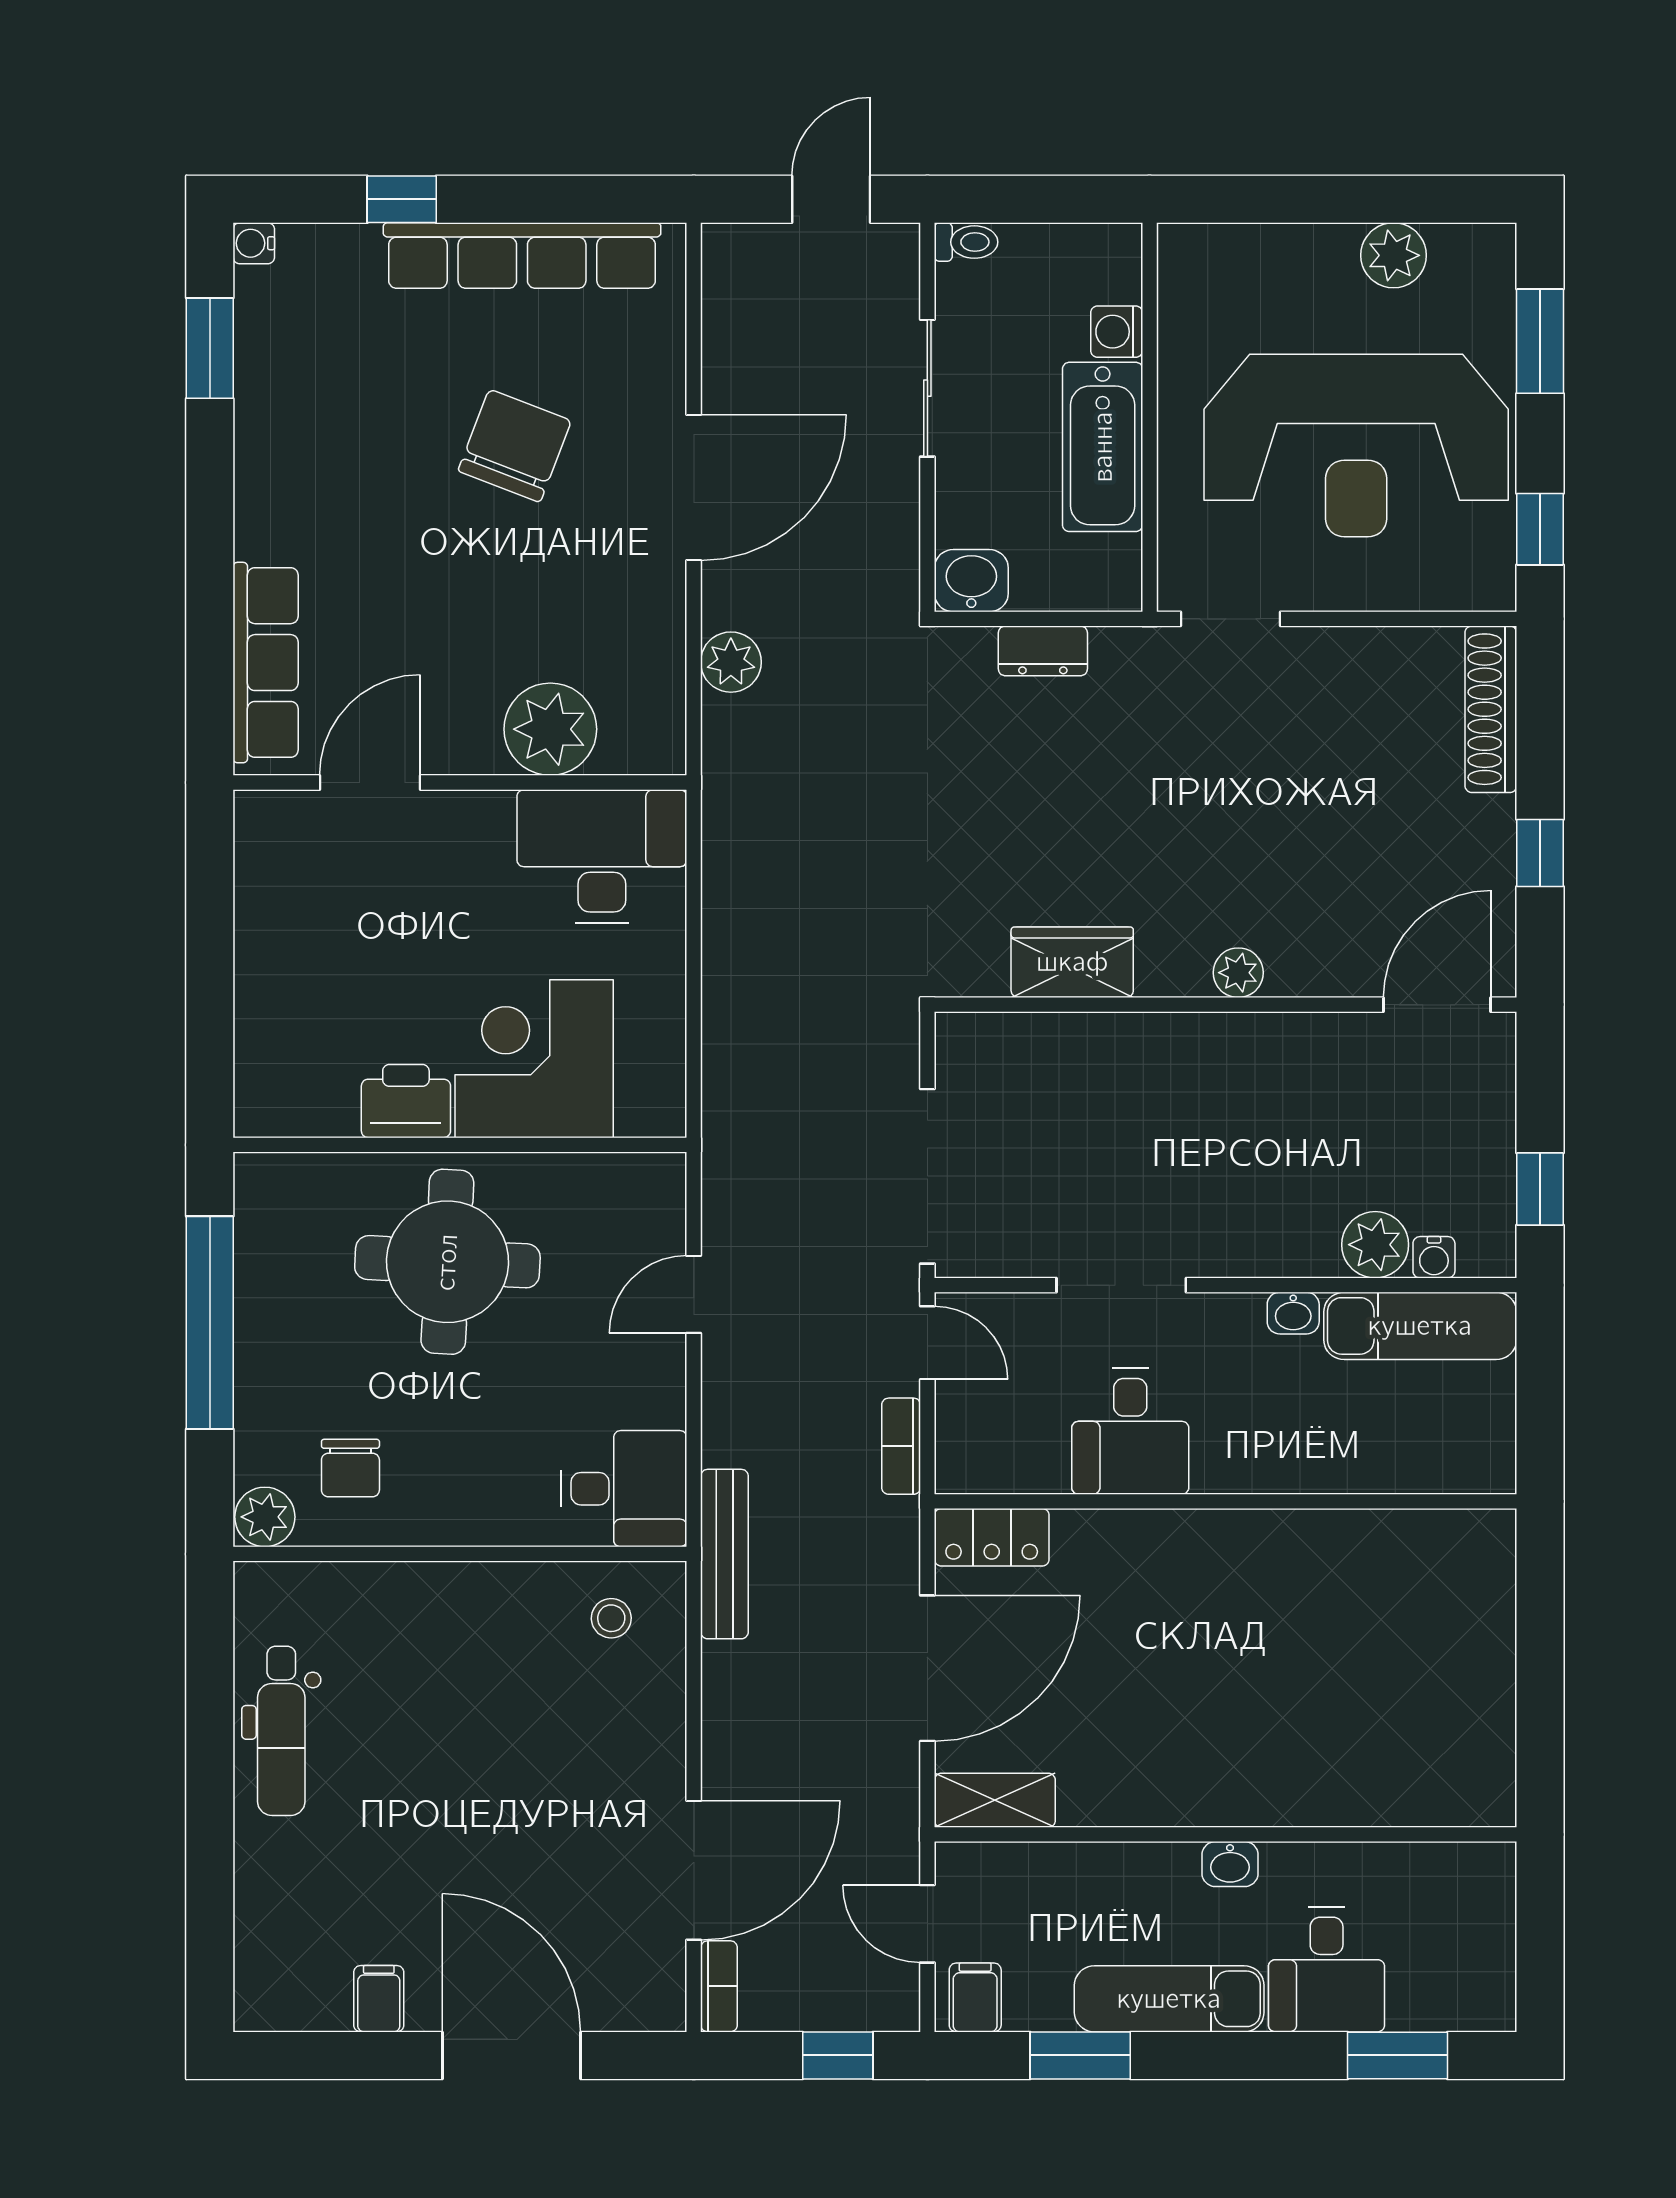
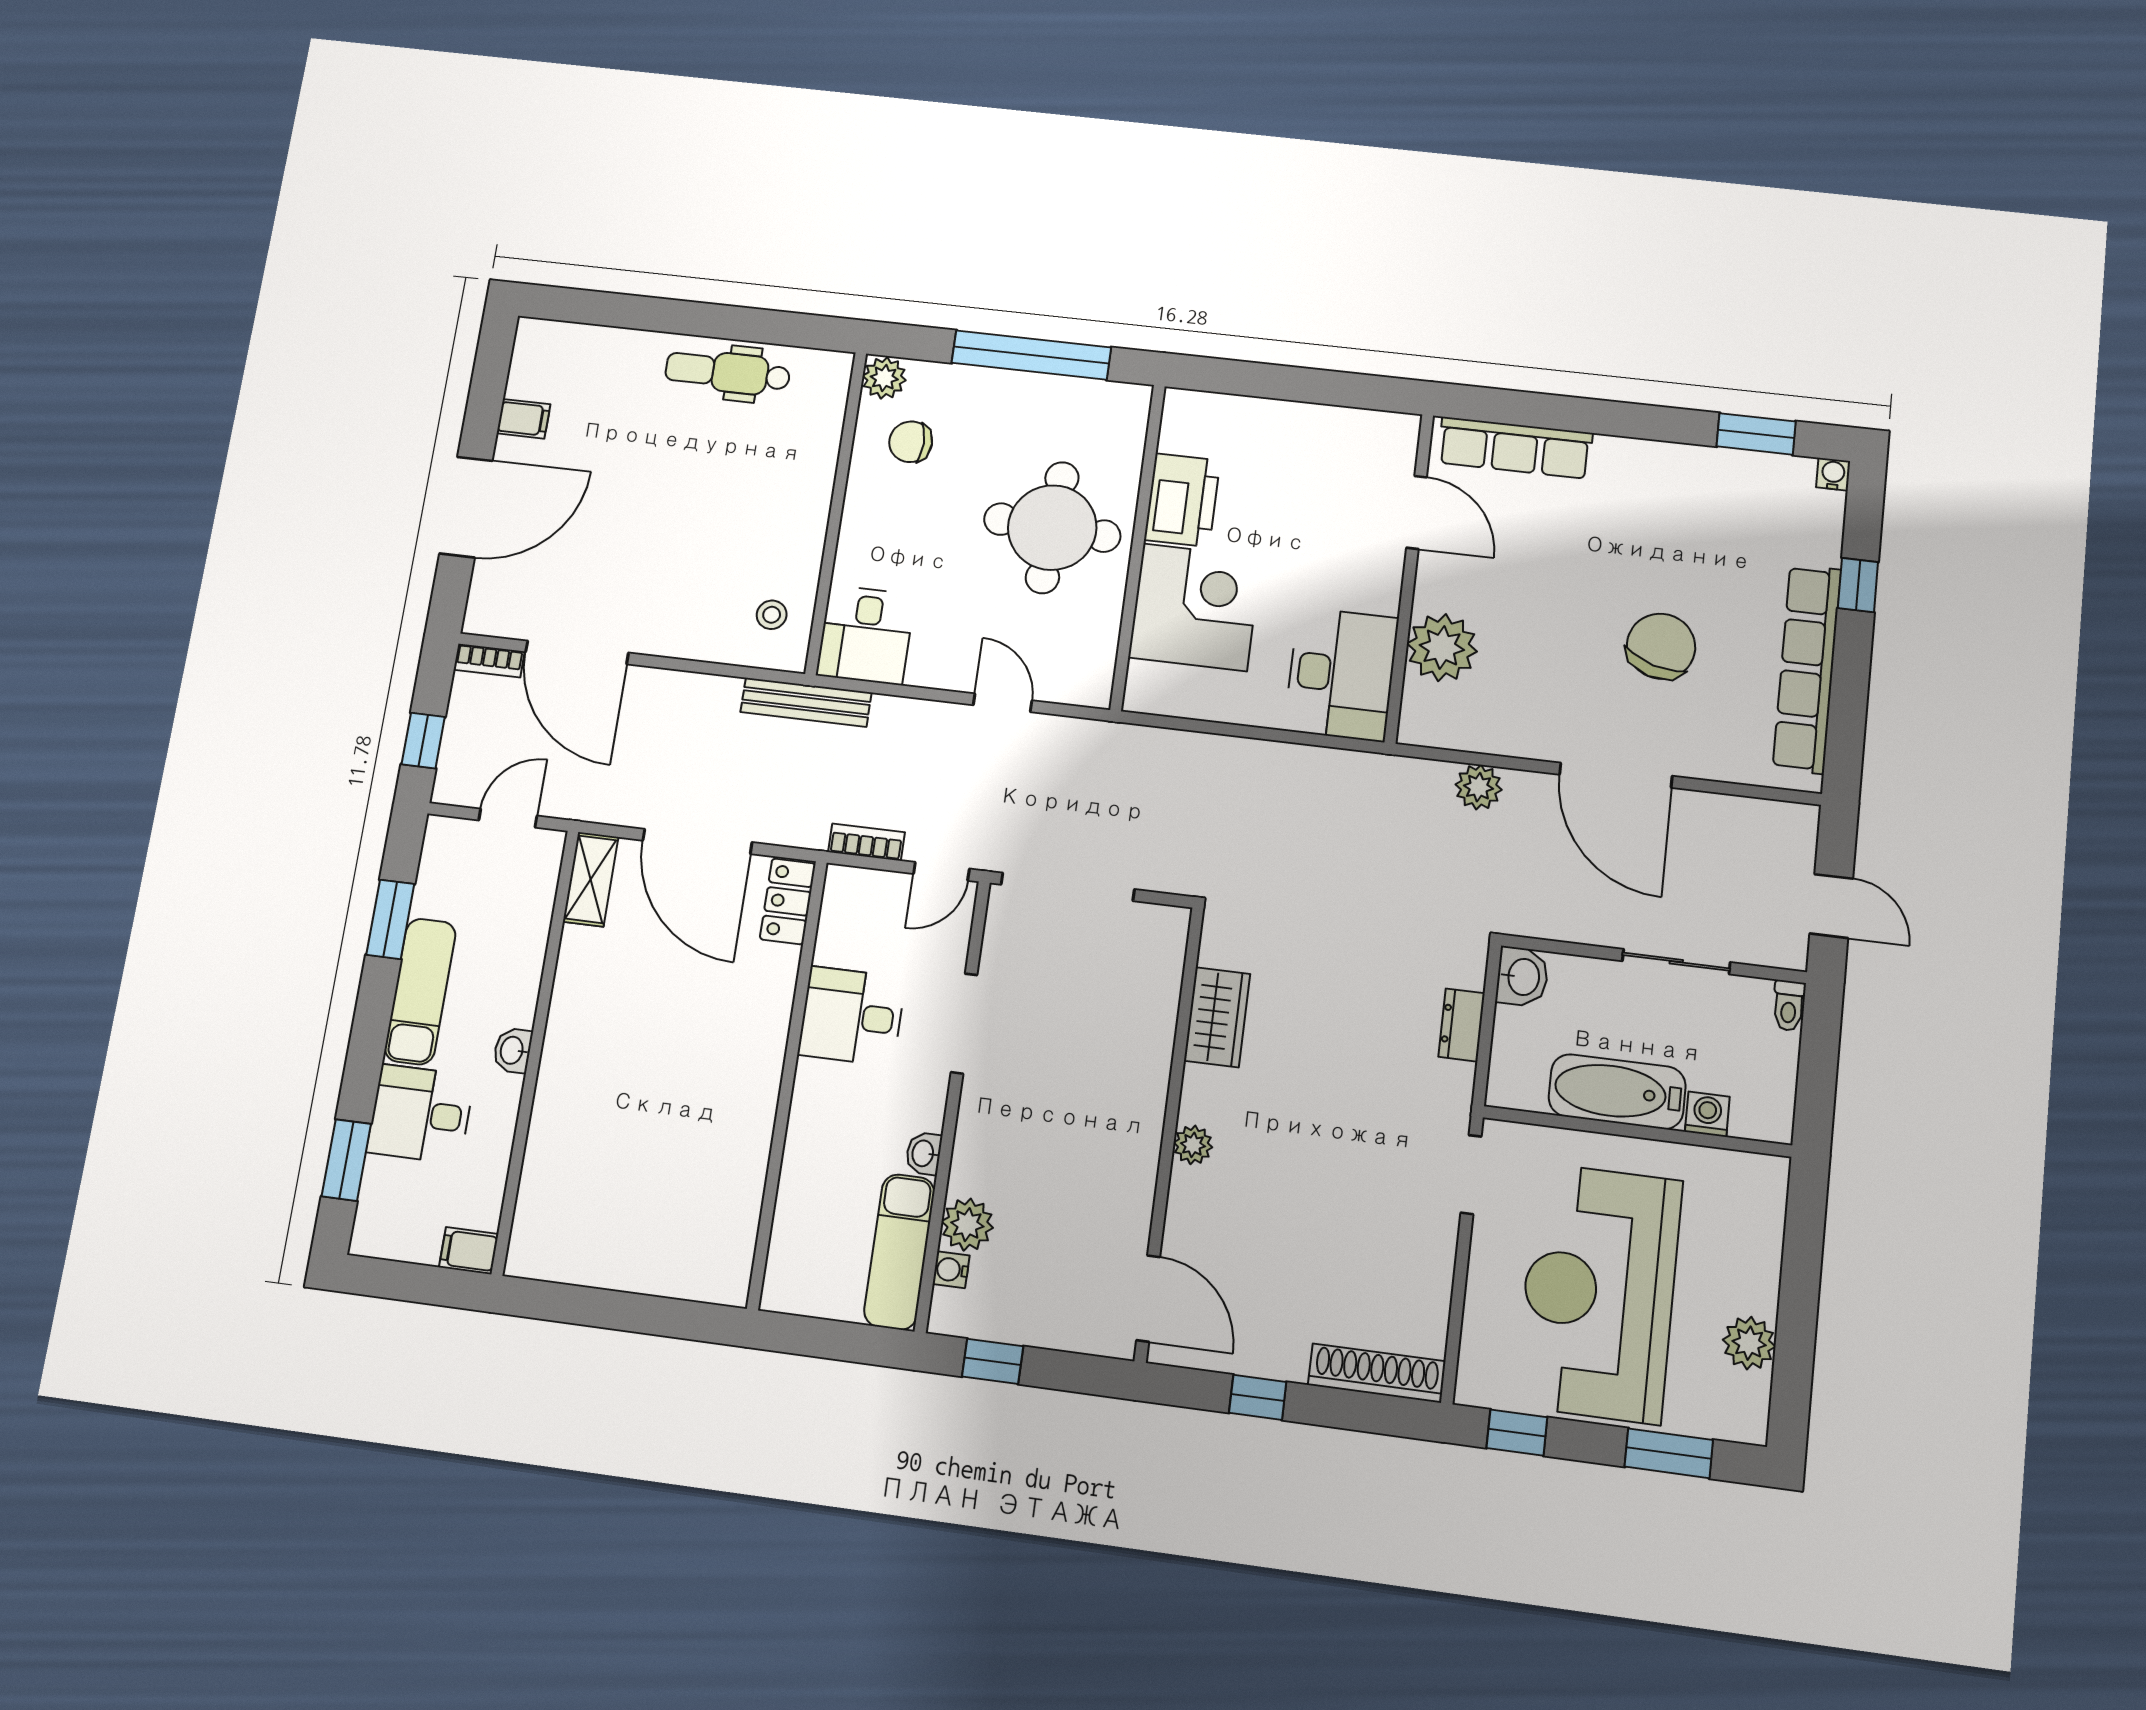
chair: (515, 446) -> (1661, 646), turned -94
printer: (406, 1101) -> (1182, 500), width x1.37, depth x1.19
filing cabinet: (975, 1997) -> (469, 1251), moved, turned 180

